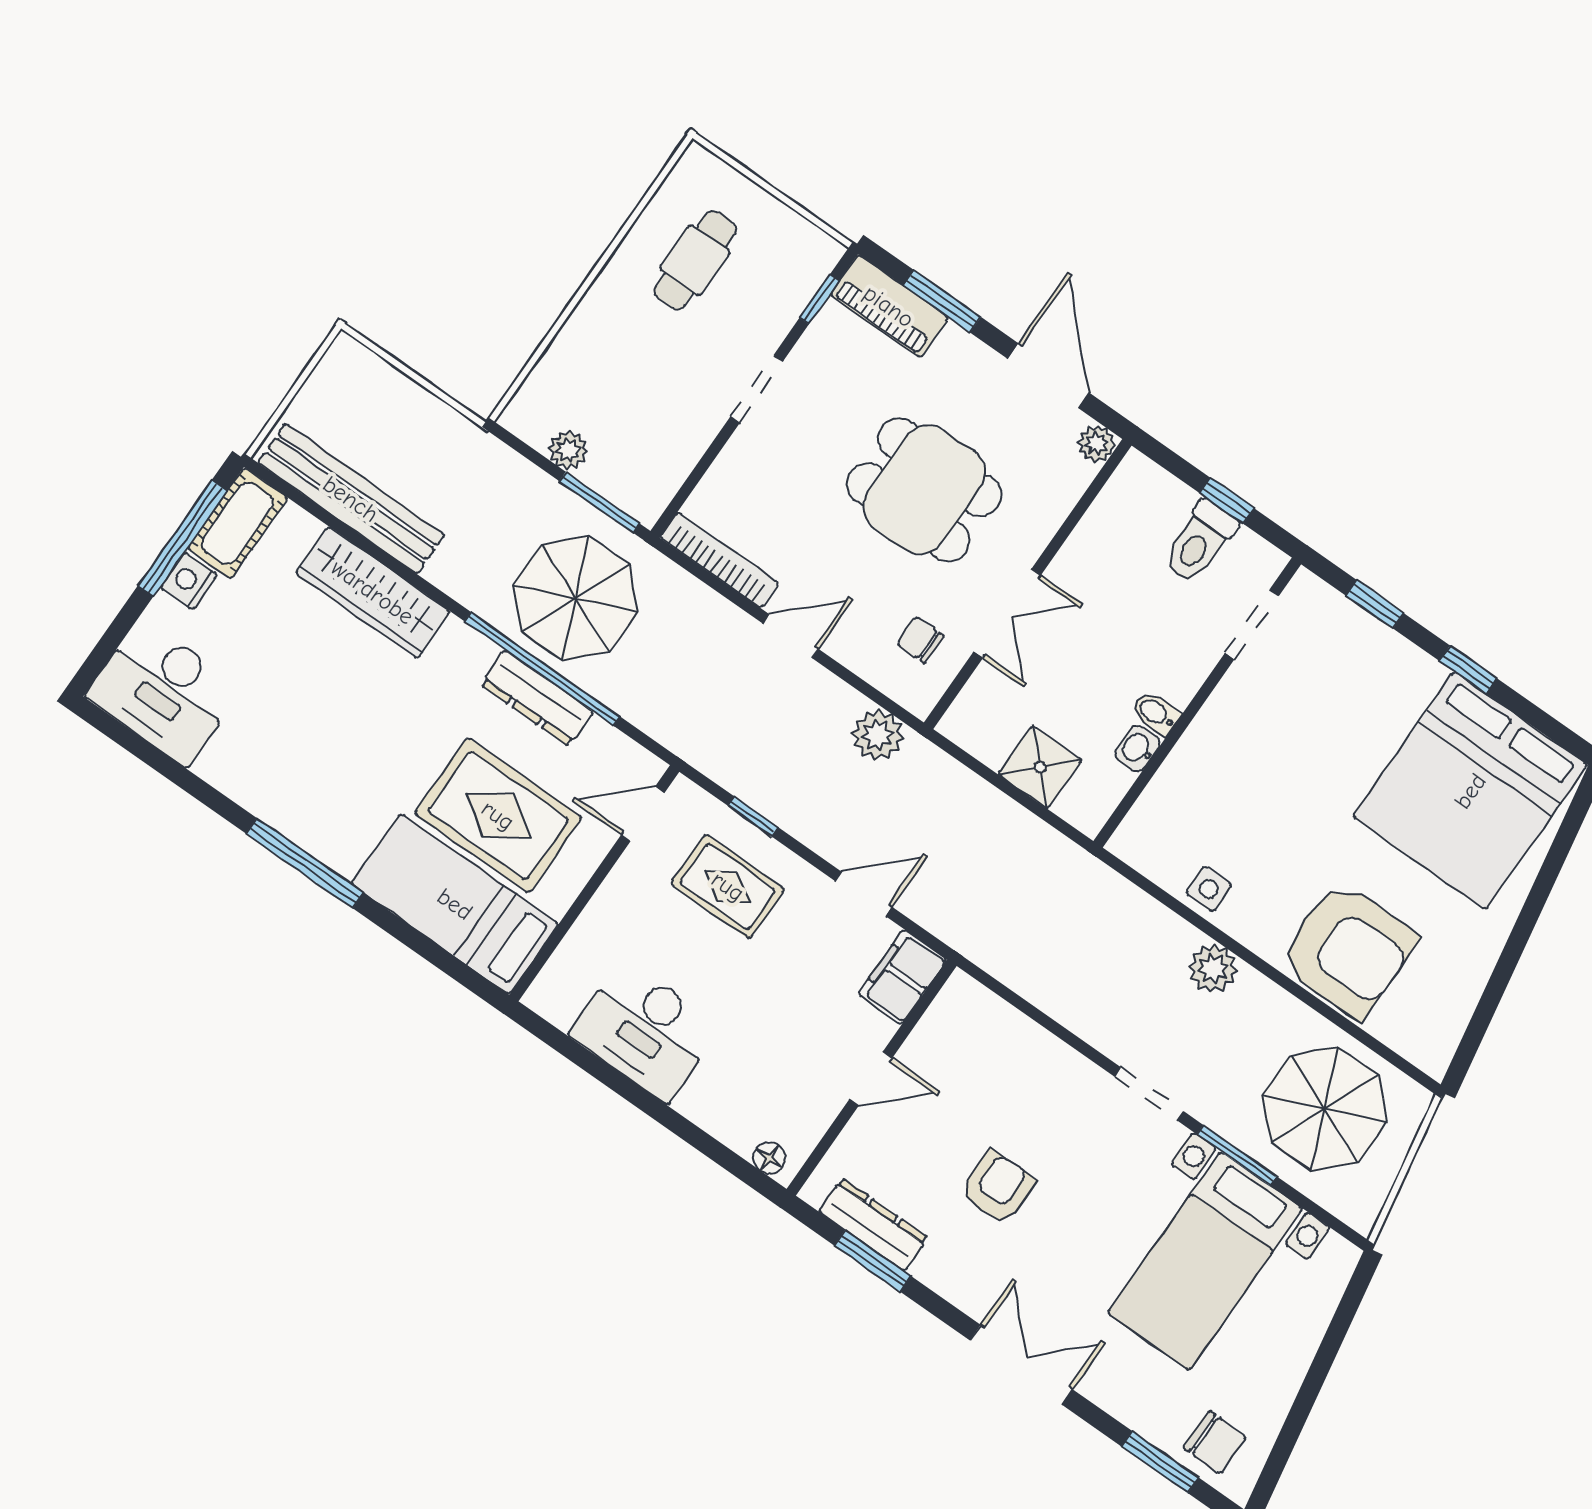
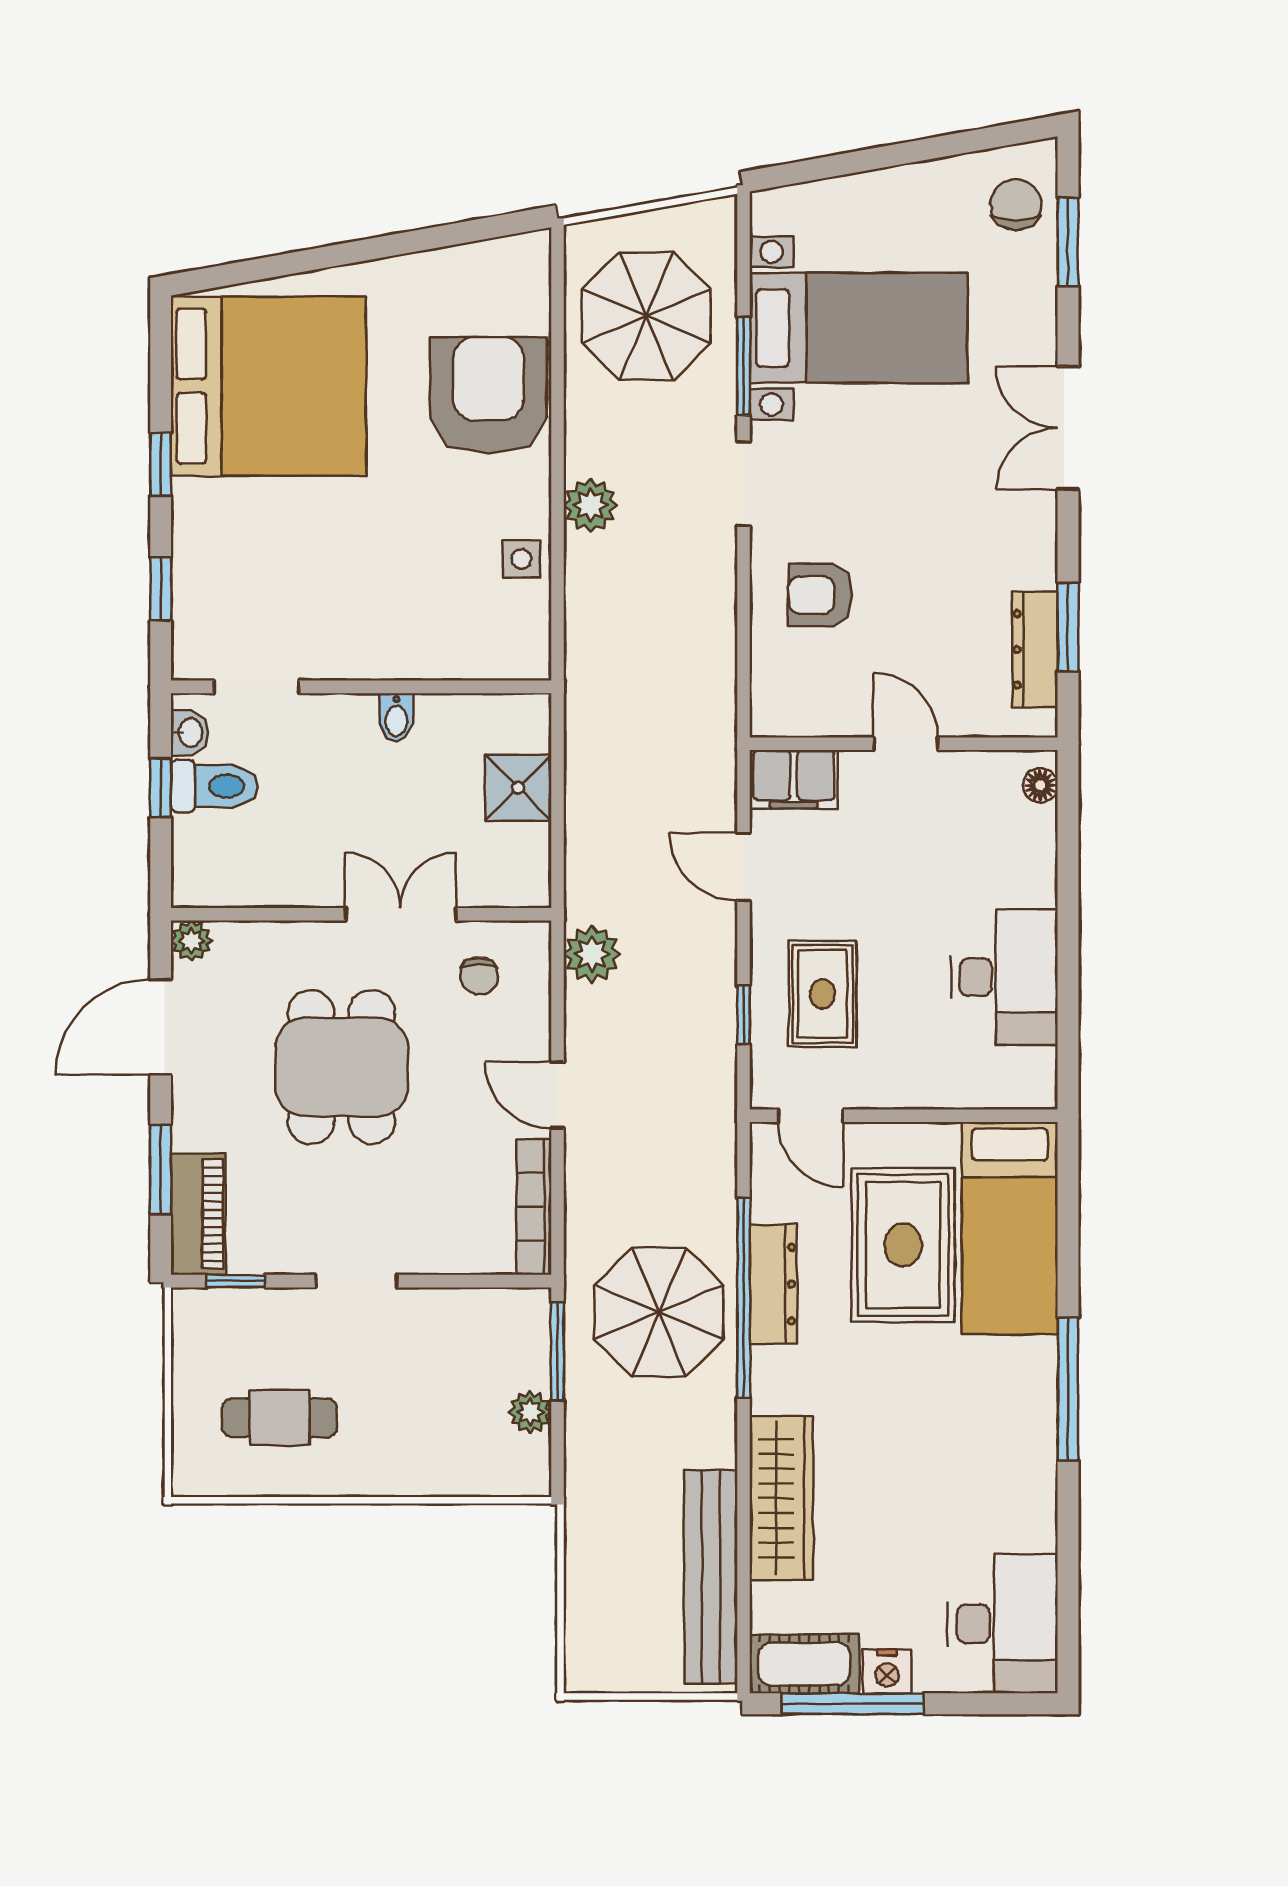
washbasin: (1138, 749) -> (189, 733), moved, turned -90
armchair: (997, 1187) -> (820, 595), moved

